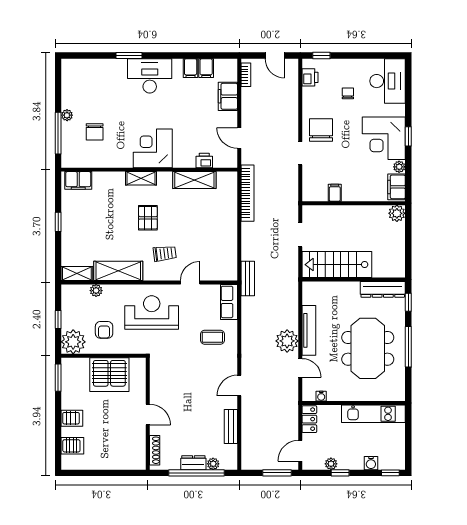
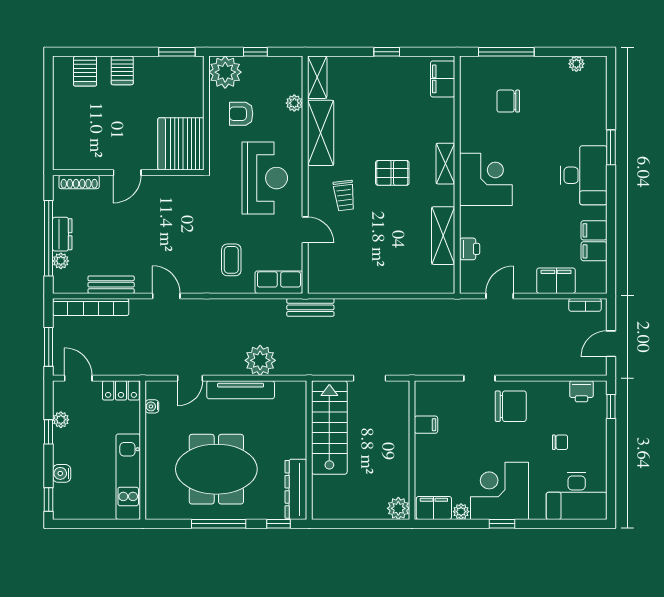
plant: (67, 115) -> (576, 64), moved
bookcase: (247, 193) -> (91, 307), moved
plant: (287, 341) -> (260, 360), moved
server rack: (109, 375) -> (181, 144), moved

